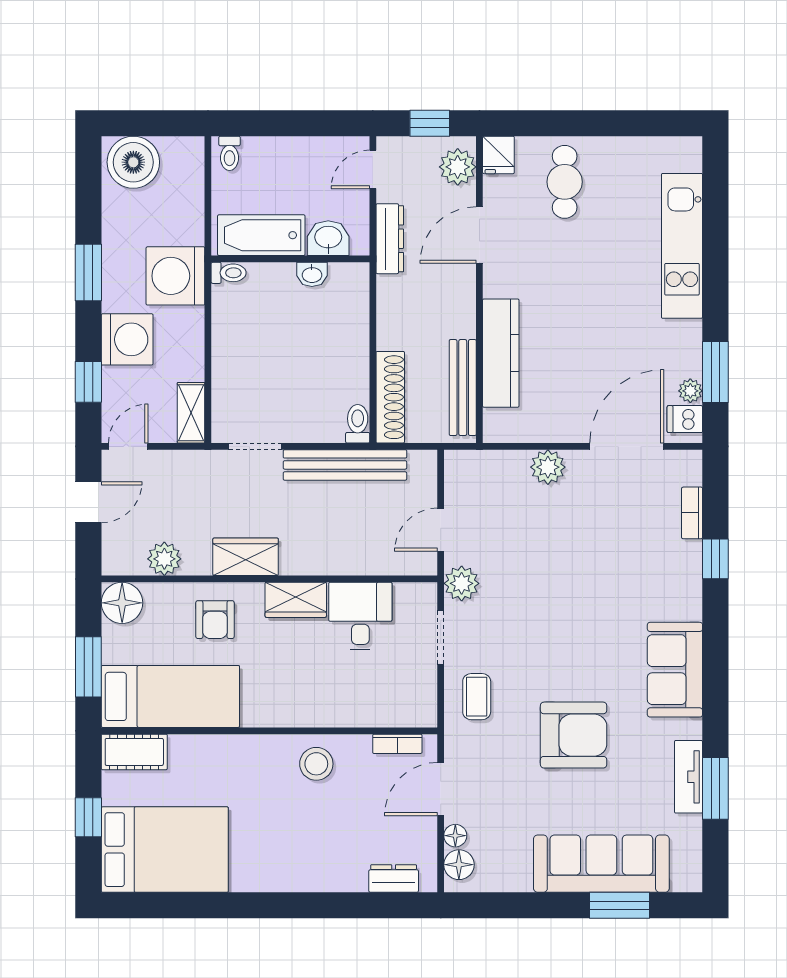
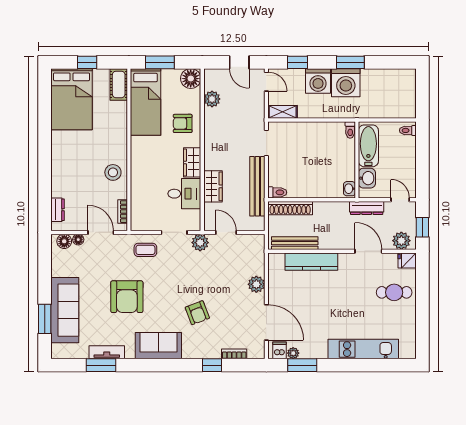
boiler: (133, 162) -> (404, 84), removed
washbasin: (312, 274) -> (349, 189), moved
washing machine: (175, 276) -> (346, 83), moved, turned 180
wardrobe: (246, 557) -> (213, 186), moved
armchair: (607, 589) -> (197, 313), added

